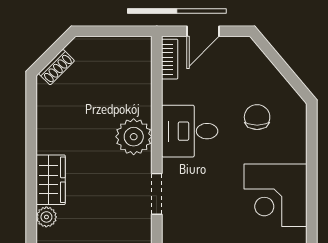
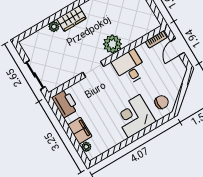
door: (203, 31) -> (177, 47), hinge flipped
chair: (257, 117) -> (162, 102), moved
corner desk: (275, 195) -> (134, 116), moved

